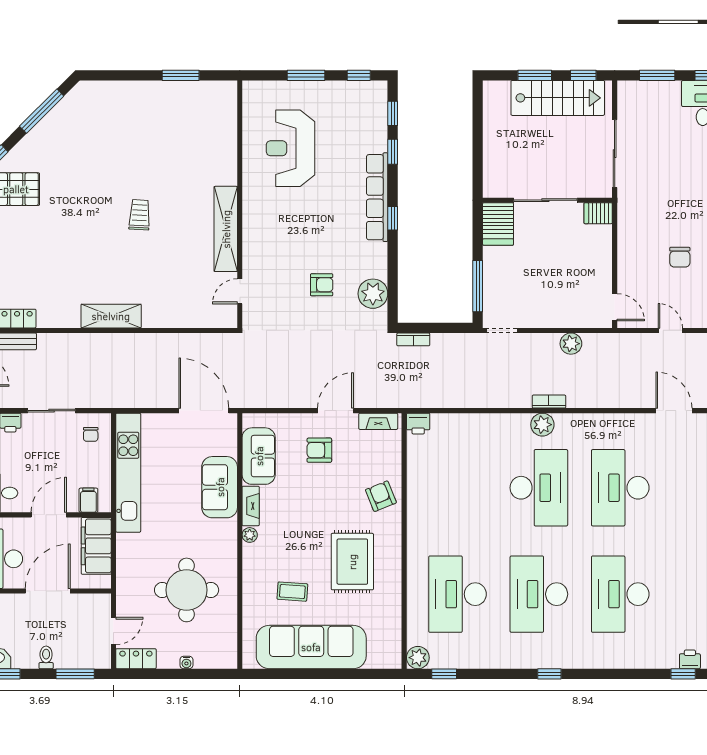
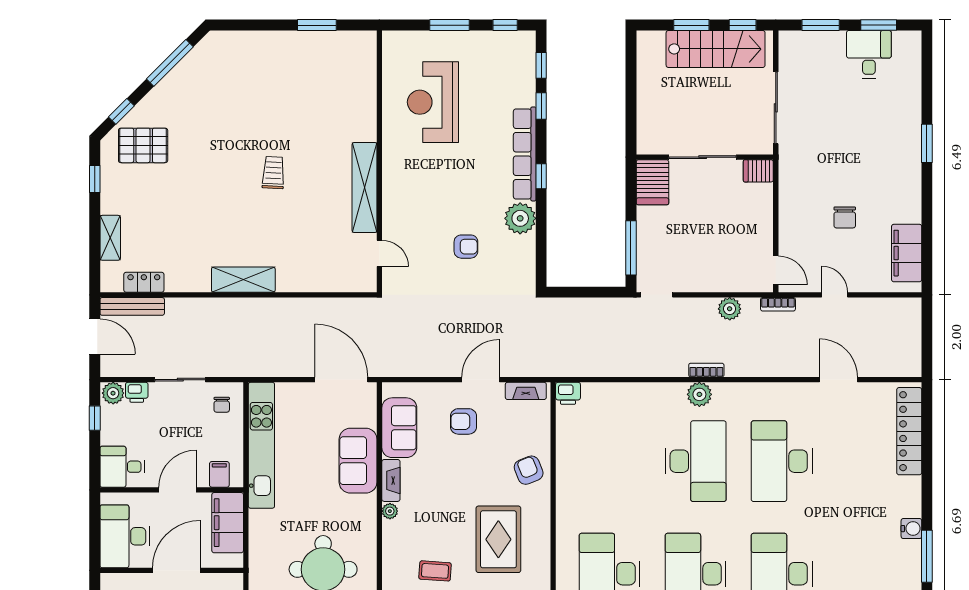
door: (240, 291) -> (379, 253), swing flipped
plant: (373, 294) -> (520, 218), moved
bookcase: (413, 339) -> (778, 304), moved

